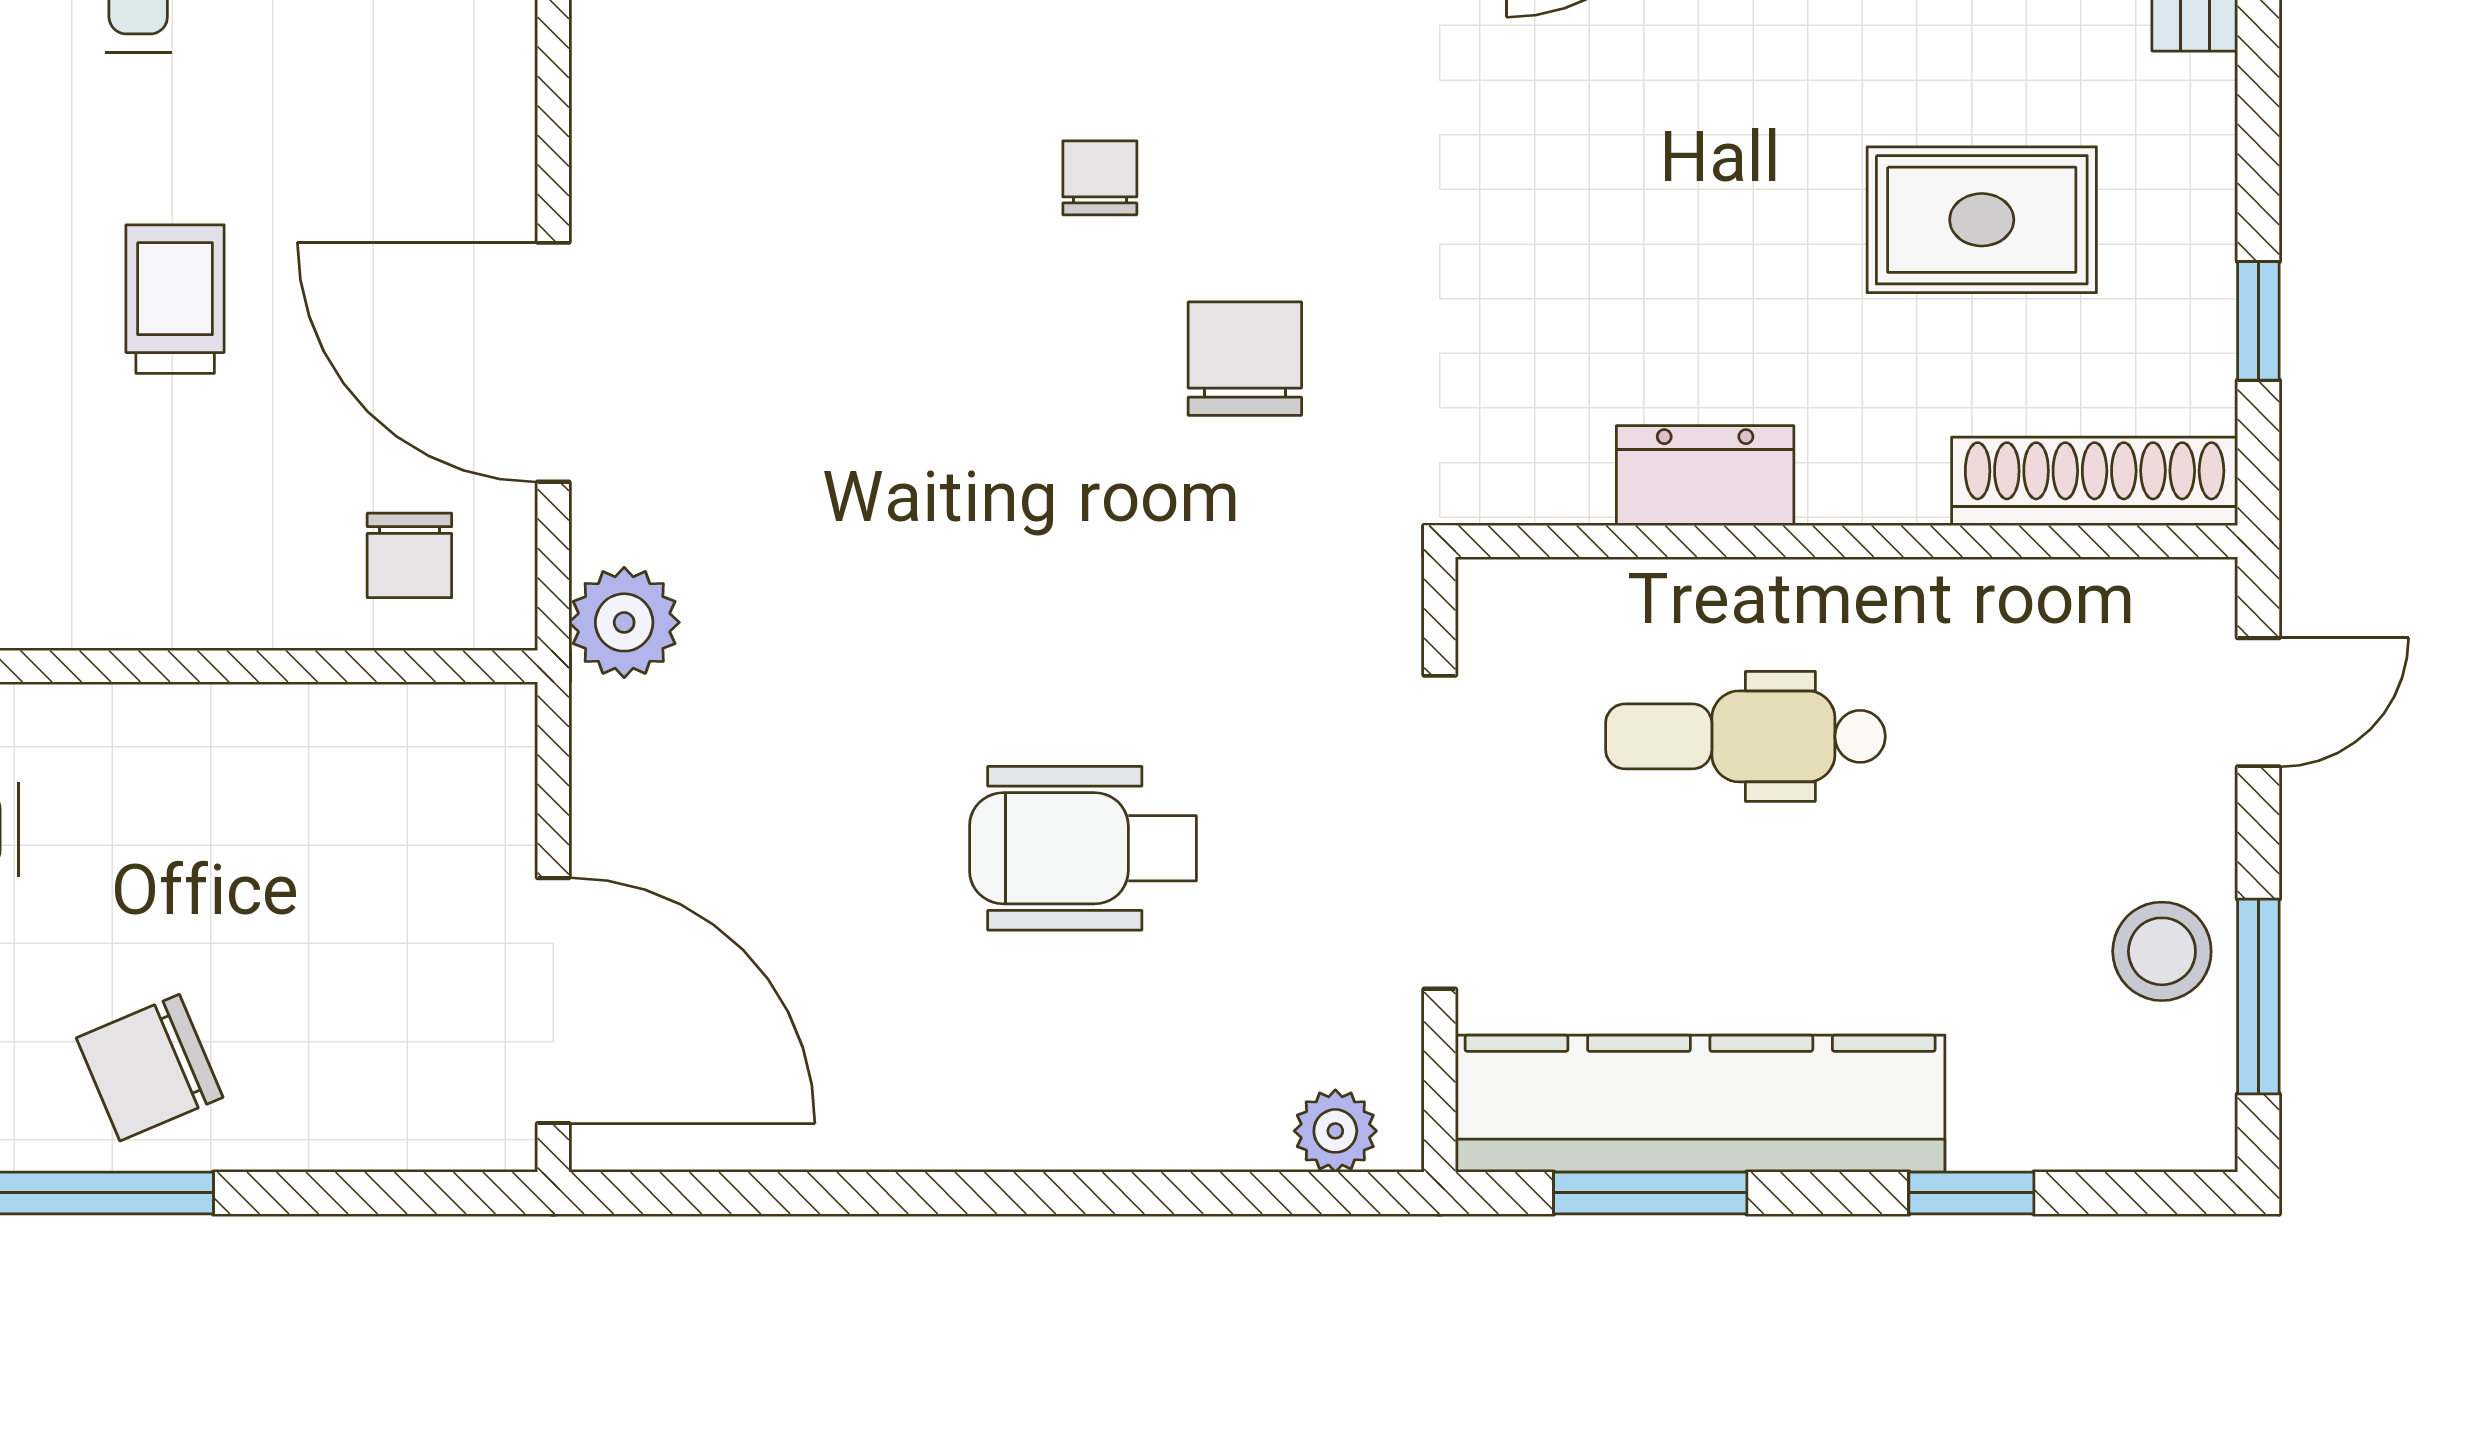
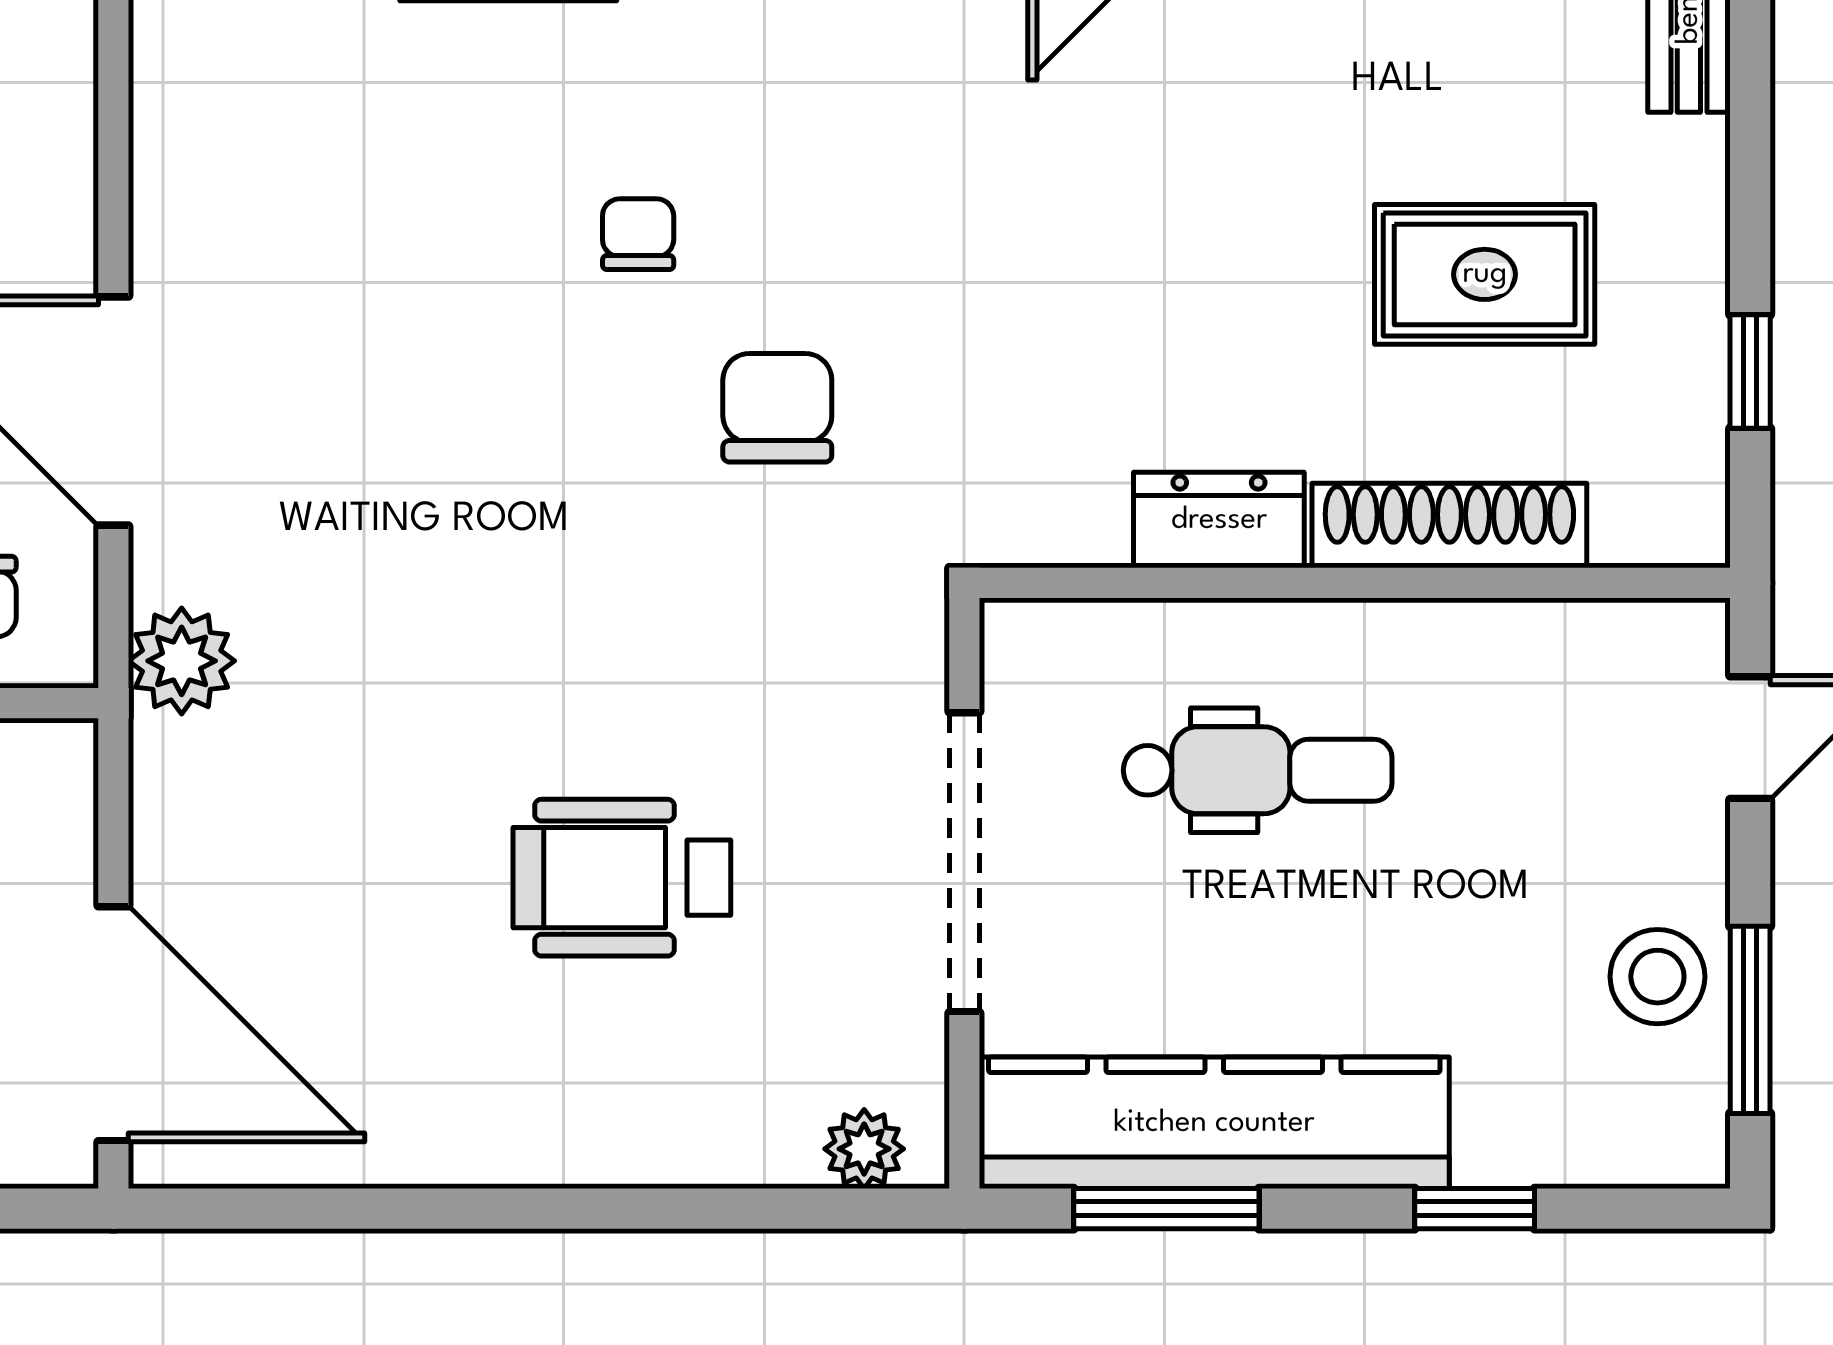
shoe rack: (2095, 481) -> (1449, 526), moved
dental chair: (1745, 736) -> (1258, 770), turned 180

